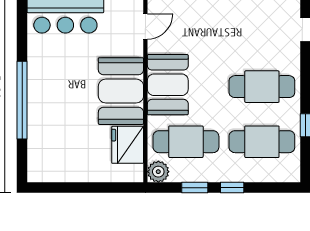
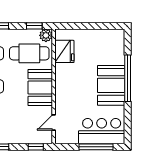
booth: (121, 91) -> (111, 85), moved
window: (195, 188) -> (34, 26), moved

